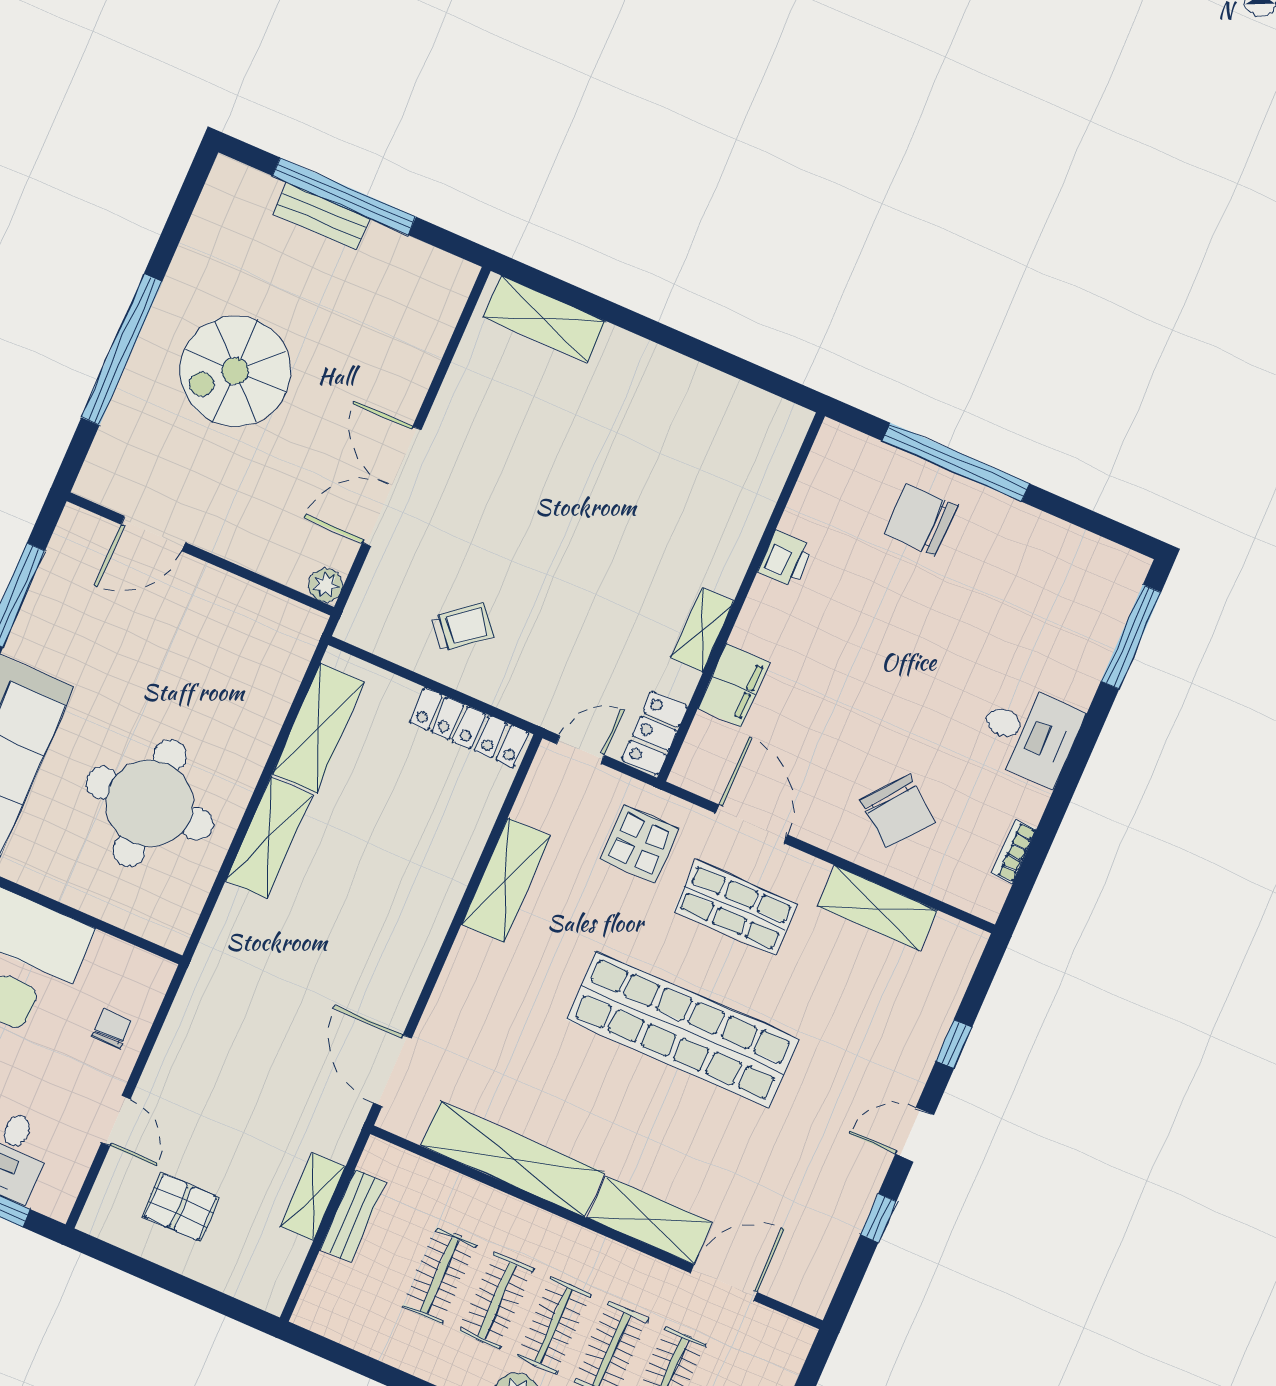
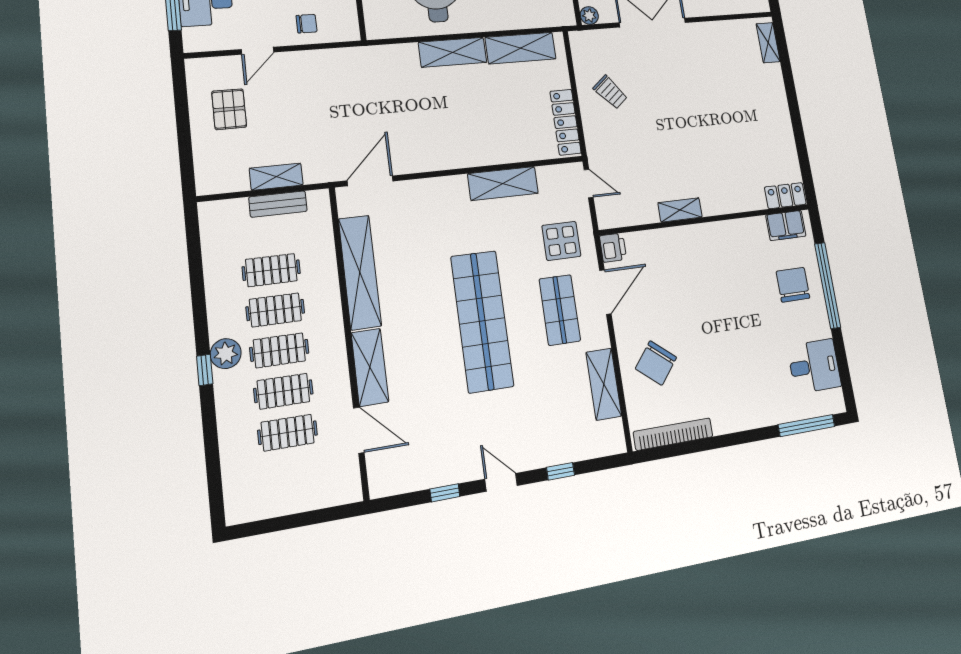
shelving: (544, 319) -> (768, 43), width x0.67, depth x0.75
printer: (786, 559) -> (613, 248), moved, turned -90
filing cabinet: (734, 685) -> (786, 226), moved
locker: (655, 733) -> (785, 196), moved
desk: (1029, 734) -> (814, 366), moved, turned -90
bookcase: (1014, 851) -> (673, 434), width x2.31, depth x1.31

